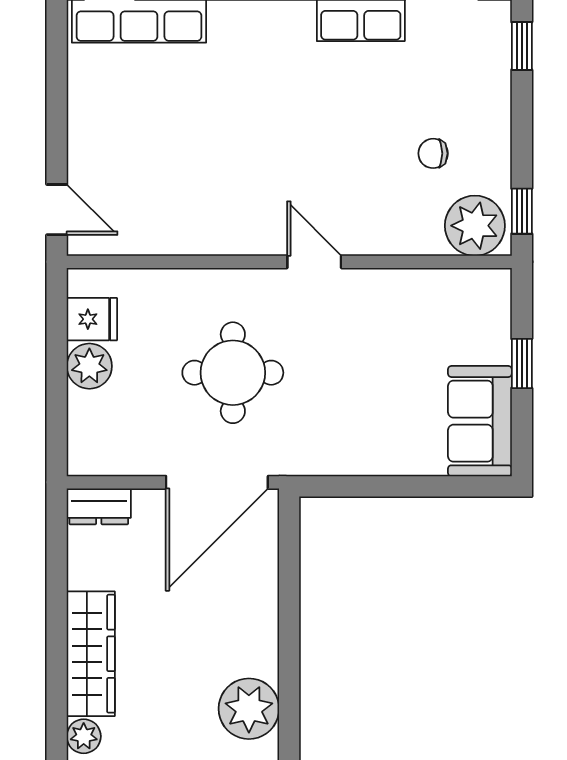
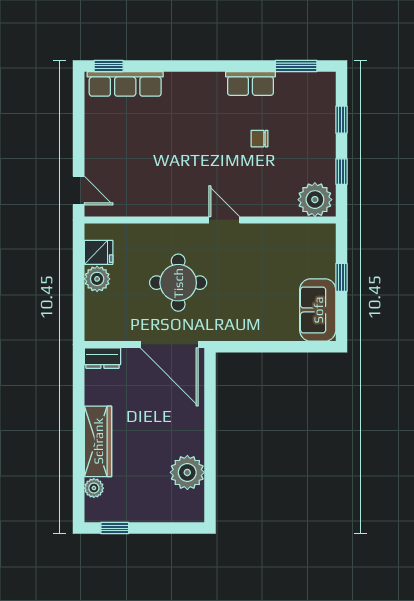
window: (522, 46) -> (341, 120), moved
chair: (433, 153) -> (260, 139), moved
window: (522, 211) -> (341, 172), moved
door: (217, 482) -> (169, 345), hinge flipped

